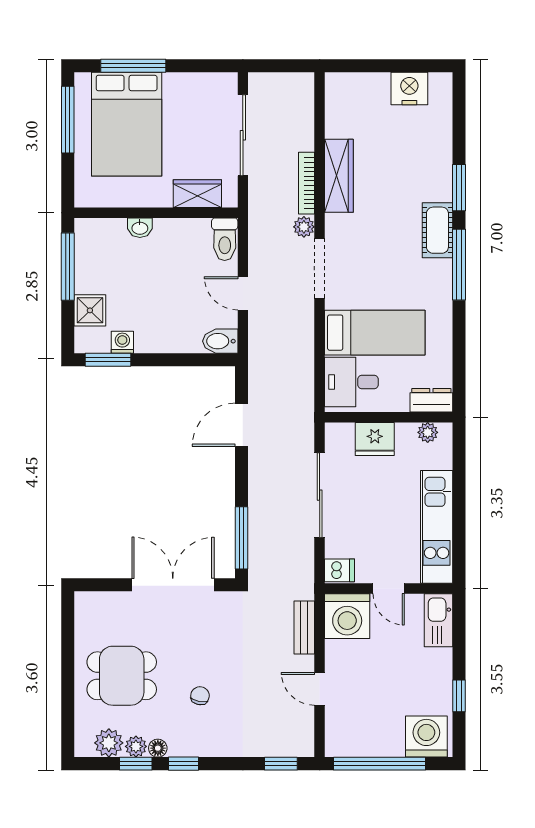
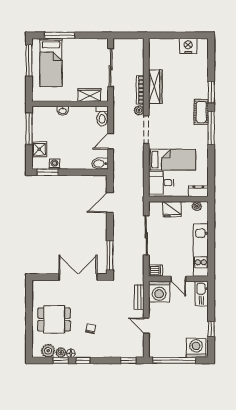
bed: (127, 124) -> (51, 62), width x0.67
door: (243, 293) -> (111, 141), hinge flipped

